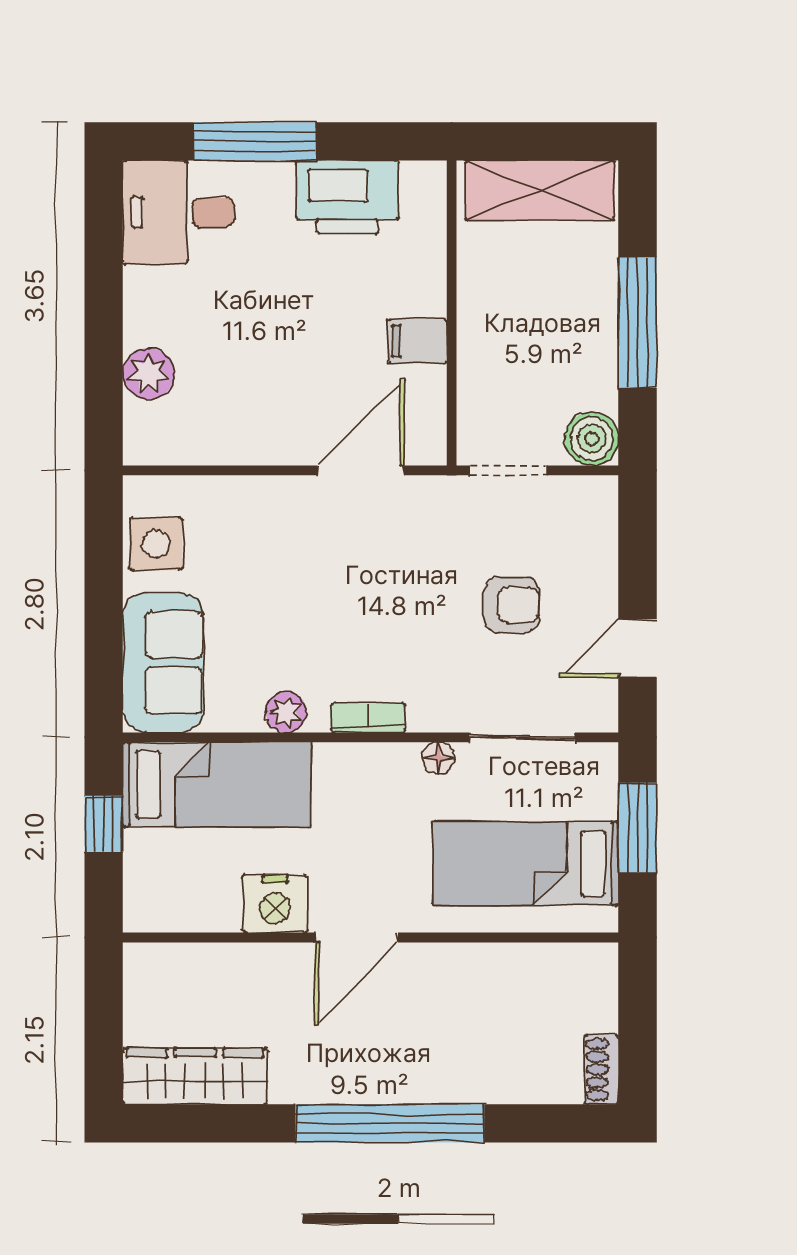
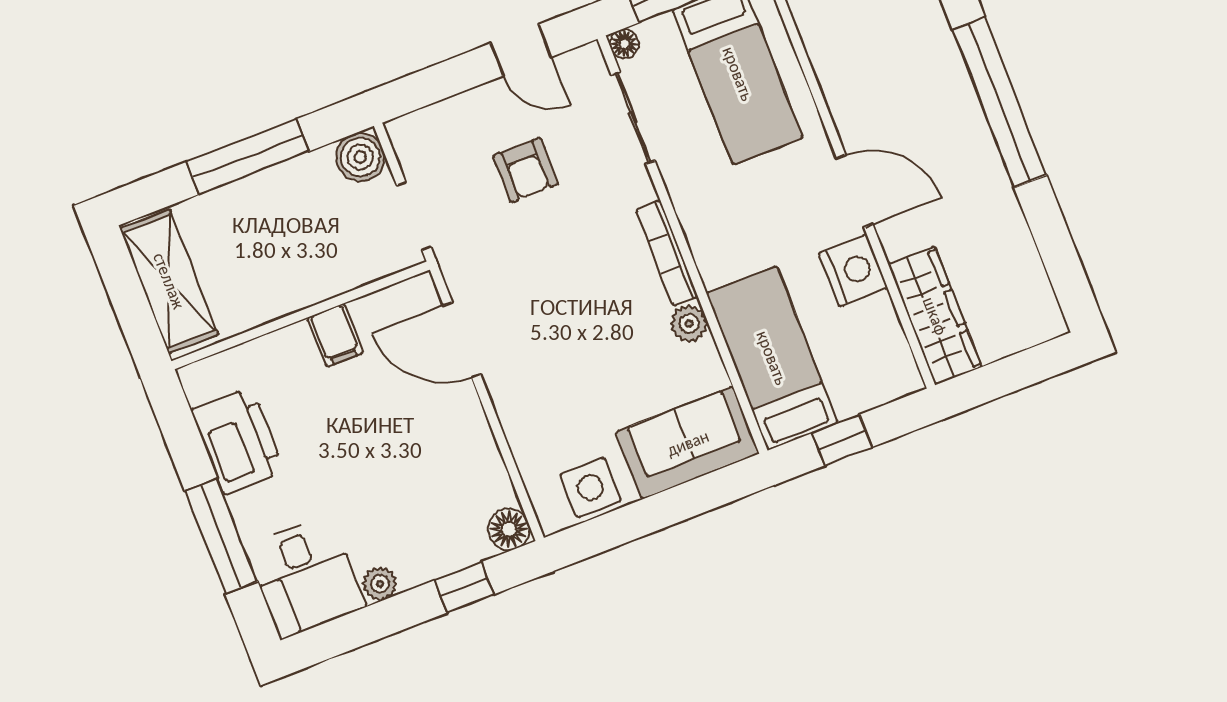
window: (104, 372) -> (464, 587), added
plant: (149, 374) -> (380, 584), moved, width x0.73, depth x0.73
floor lamp: (146, 443) -> (509, 529), added
armchair: (511, 605) -> (526, 170), turned 180
bookcase: (368, 718) -> (667, 253), width x1.56
floor lamp: (438, 758) -> (624, 44), moved
wardrobe: (195, 1076) -> (935, 316), moved, turned 180

